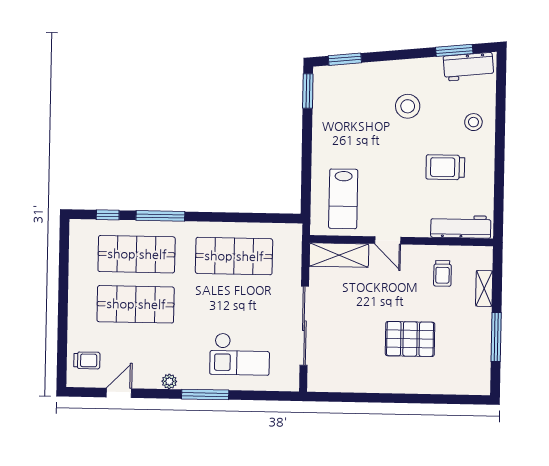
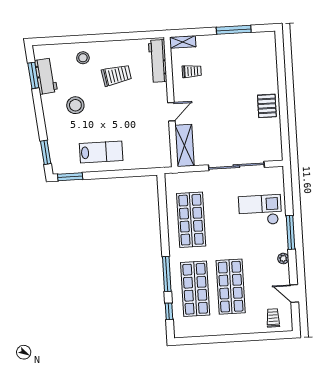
workbench: (469, 67) -> (46, 76), moved
trolley: (445, 167) -> (116, 75), turned -100
lab bench: (343, 199) -> (101, 152), moved
shelving: (484, 288) -> (183, 42), moved
pallet: (410, 339) -> (267, 106), moved, width x0.67, depth x0.71
checkout: (240, 354) -> (260, 210), turned -90

